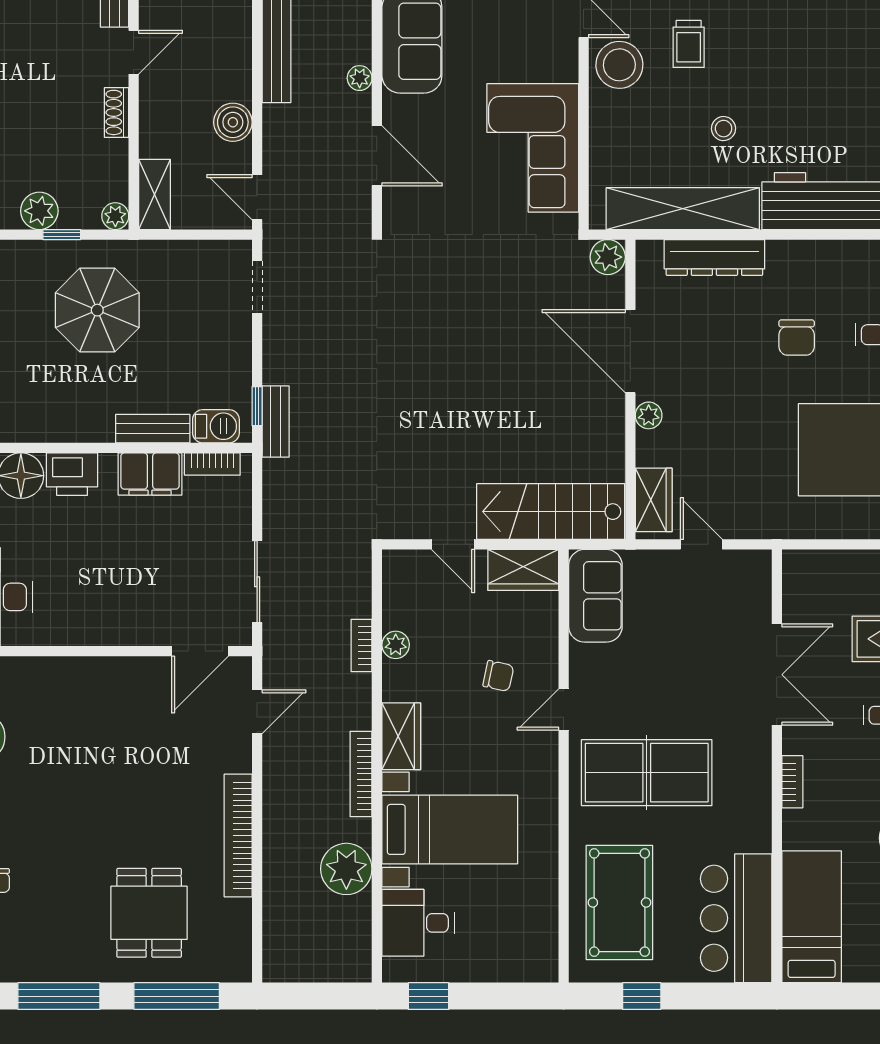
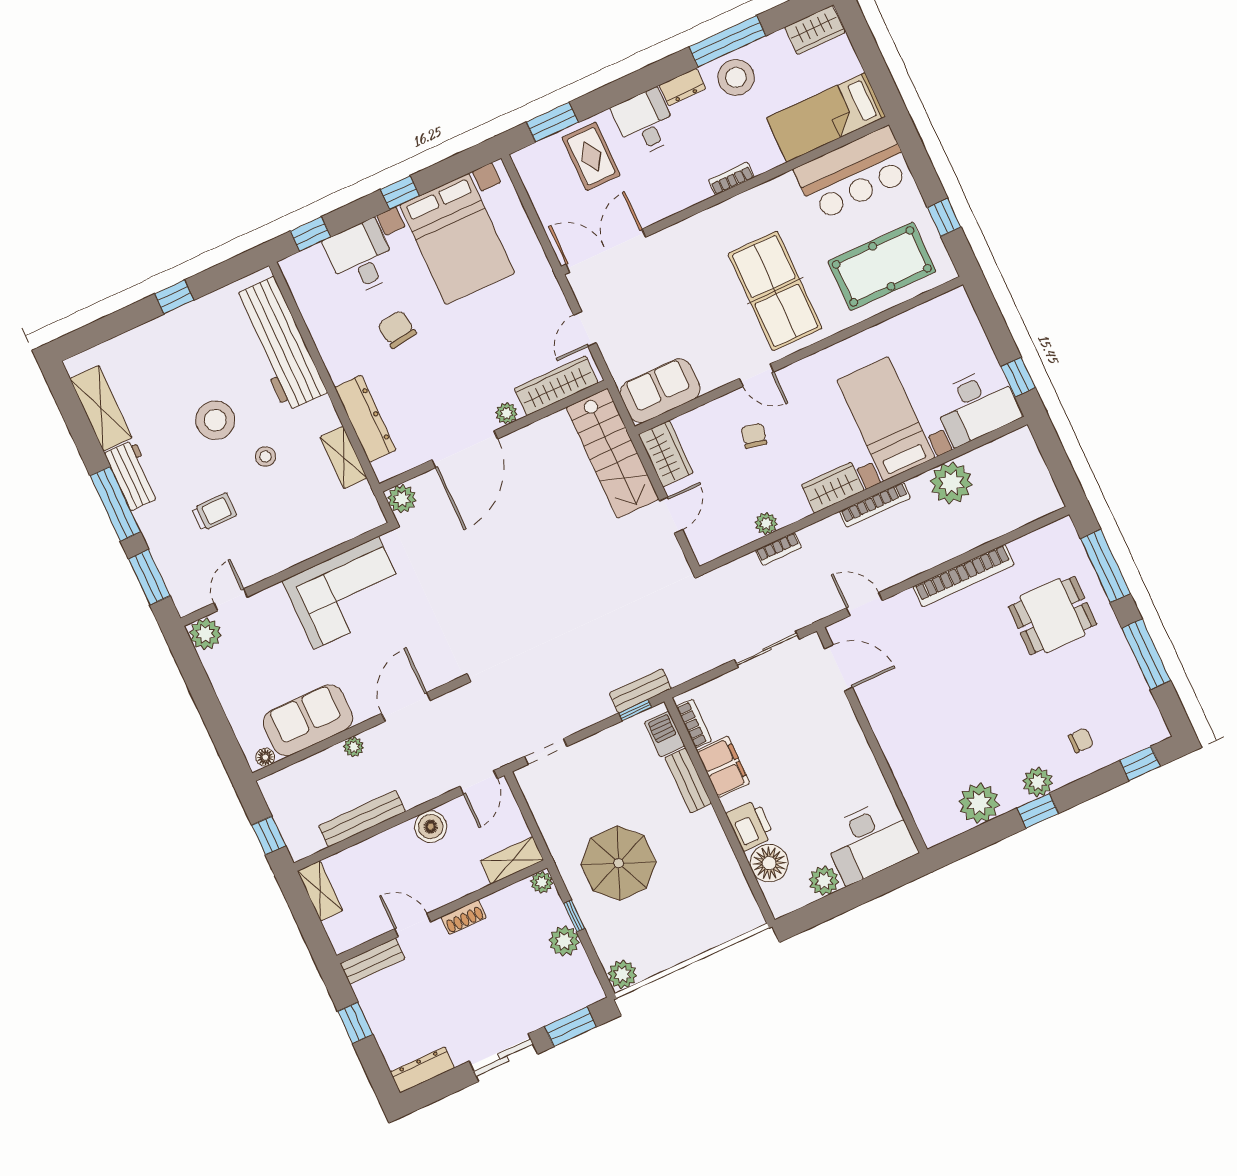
stool: (619, 65) -> (215, 420), moved
shelving: (683, 209) -> (344, 458), width x0.45, depth x0.75
chair: (797, 338) -> (397, 329), turned -98
wardrobe: (654, 500) -> (556, 386), width x1.50
double door: (777, 675) -> (606, 251), moved
desk: (418, 923) -> (976, 406), width x1.37

